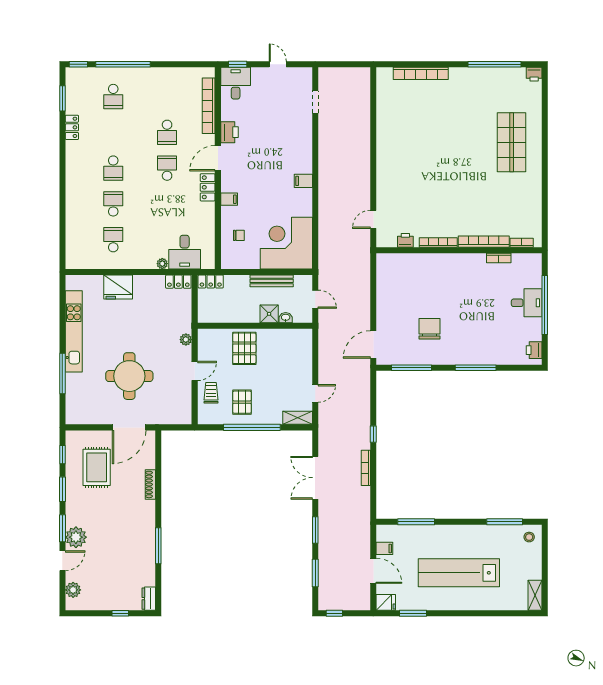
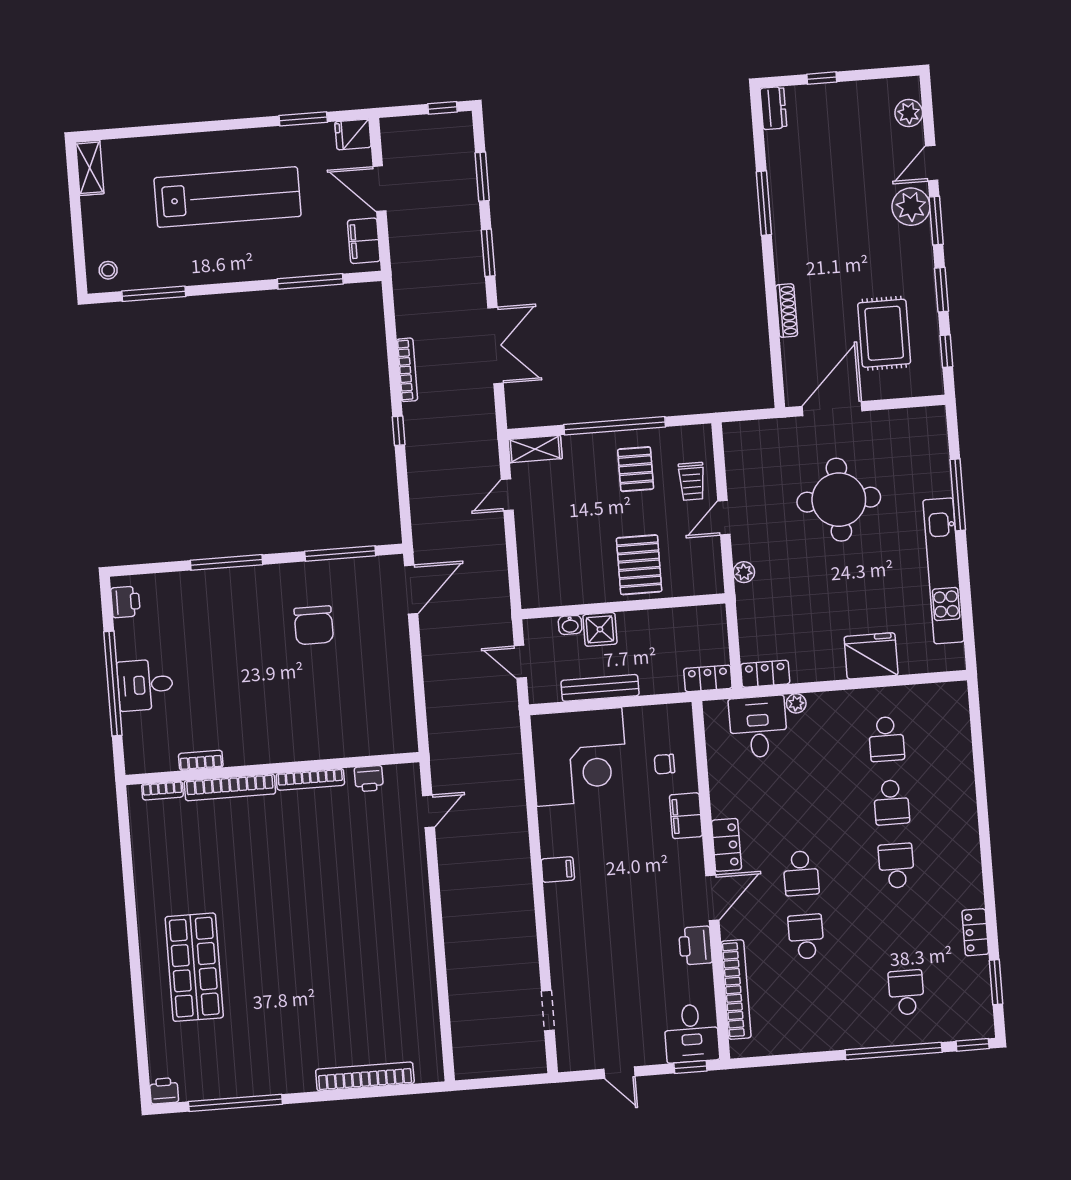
filing cabinet: (229, 199) -> (686, 816), width x2.00
filing cabinet: (384, 548) -> (364, 241), width x2.00

